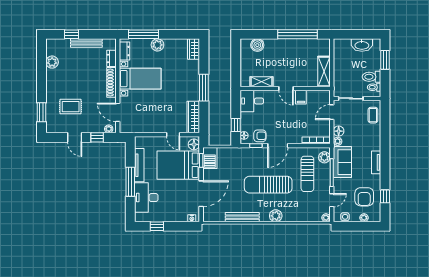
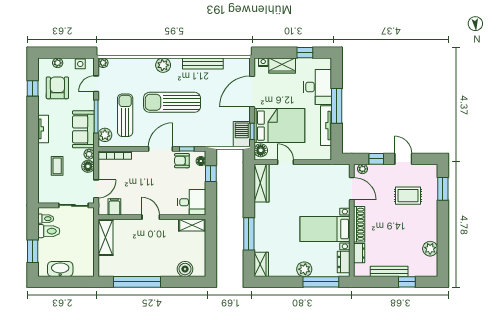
shelving: (262, 82) -> (192, 225), moved
window: (204, 88) -> (249, 234), moved
filing cabinet: (301, 97) -> (114, 207), moved
coffee table: (373, 115) -> (57, 166), moved
sun lounger: (268, 185) -> (172, 102), turned 180
wardrobe: (176, 215) -> (282, 66), added

